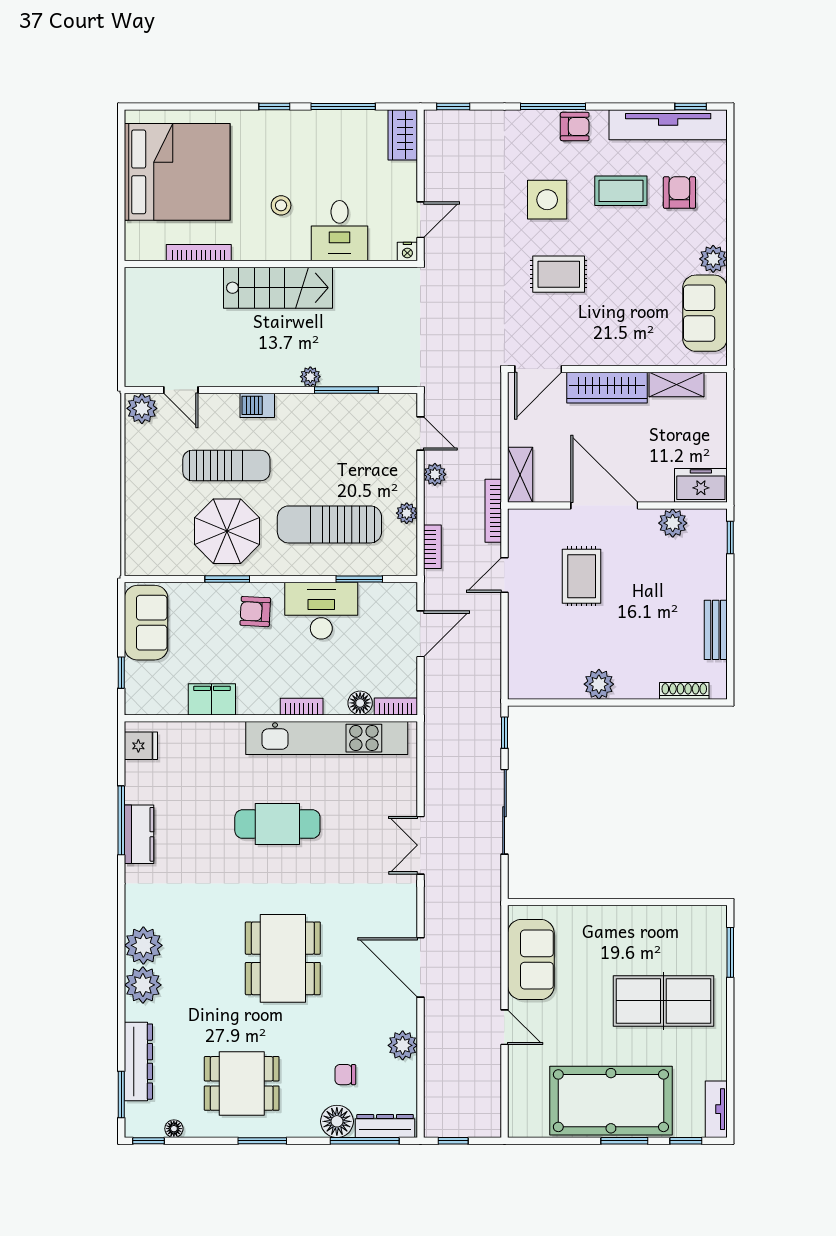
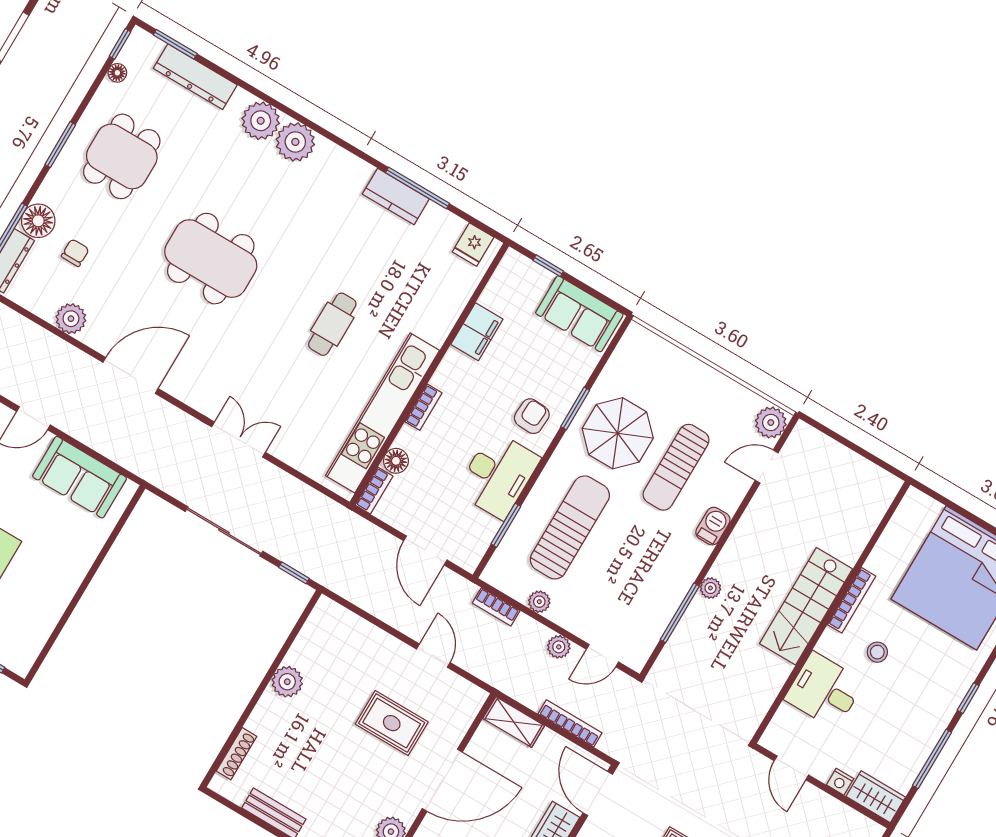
nightstand: (407, 251) -> (840, 782), moved, turned -90
bookcase: (199, 253) -> (852, 600), moved
bookcase: (493, 511) -> (570, 723), moved
cafe table: (277, 824) -> (332, 324), width x0.73, depth x0.74

